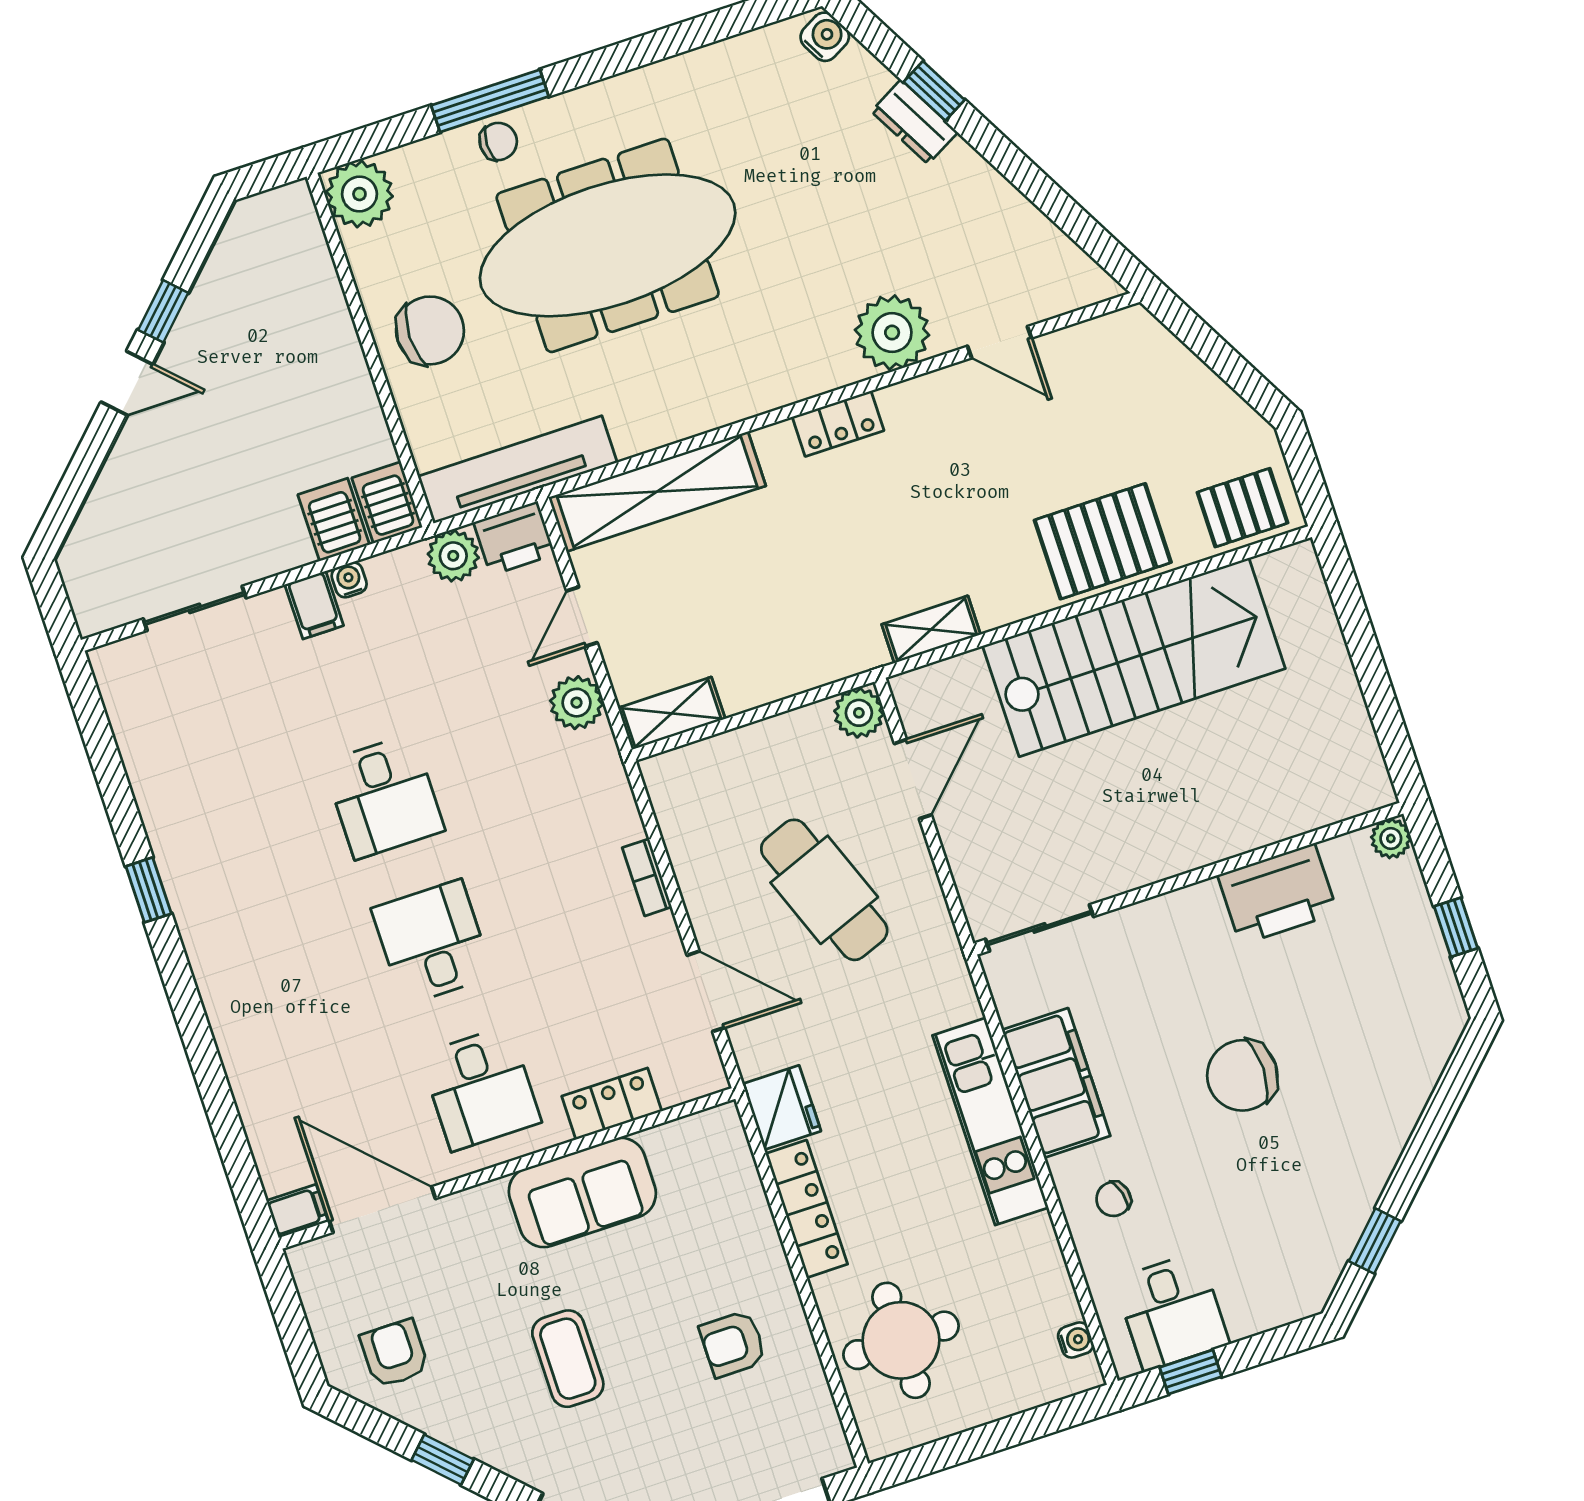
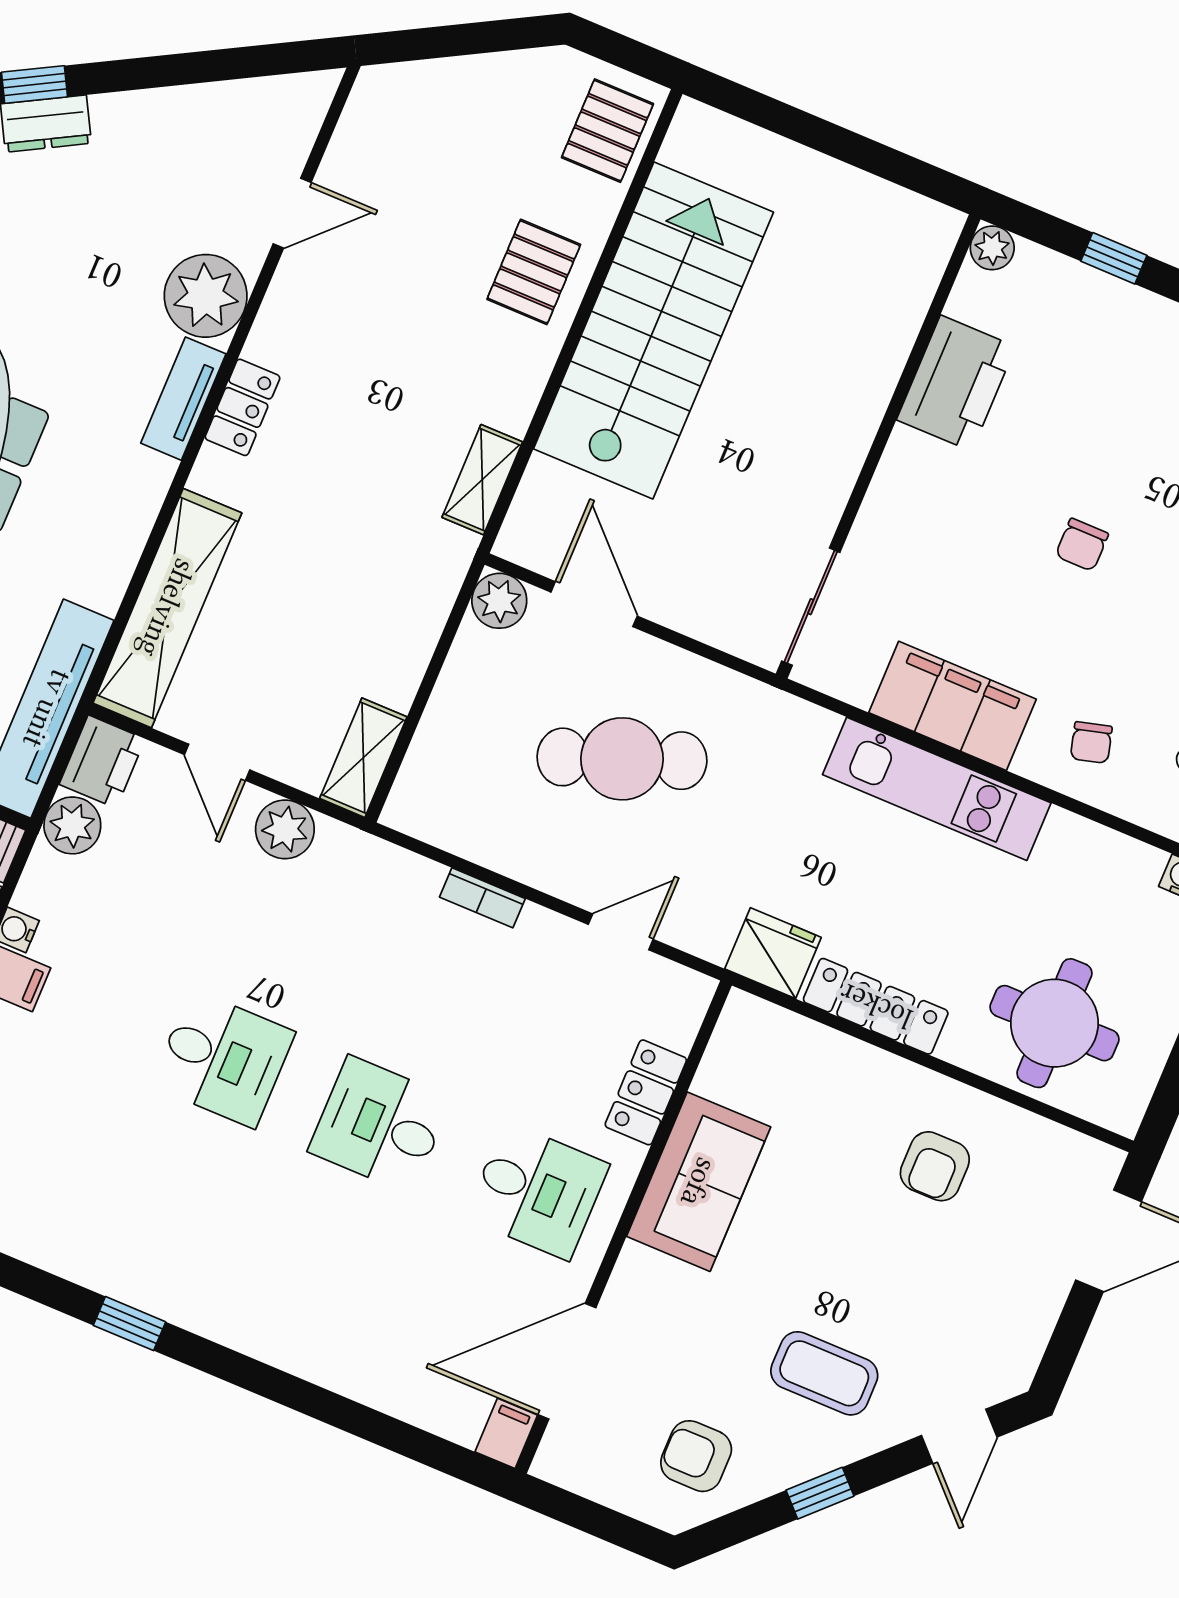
tv unit: (809, 378) -> (183, 399), added
pallet: (1103, 541) -> (534, 272), width x0.67, depth x0.71
door: (706, 991) -> (621, 932), width x0.73
chair: (1242, 1075) -> (1082, 545), width x0.54, depth x0.54
coffee table: (568, 1359) -> (824, 1373), moved

